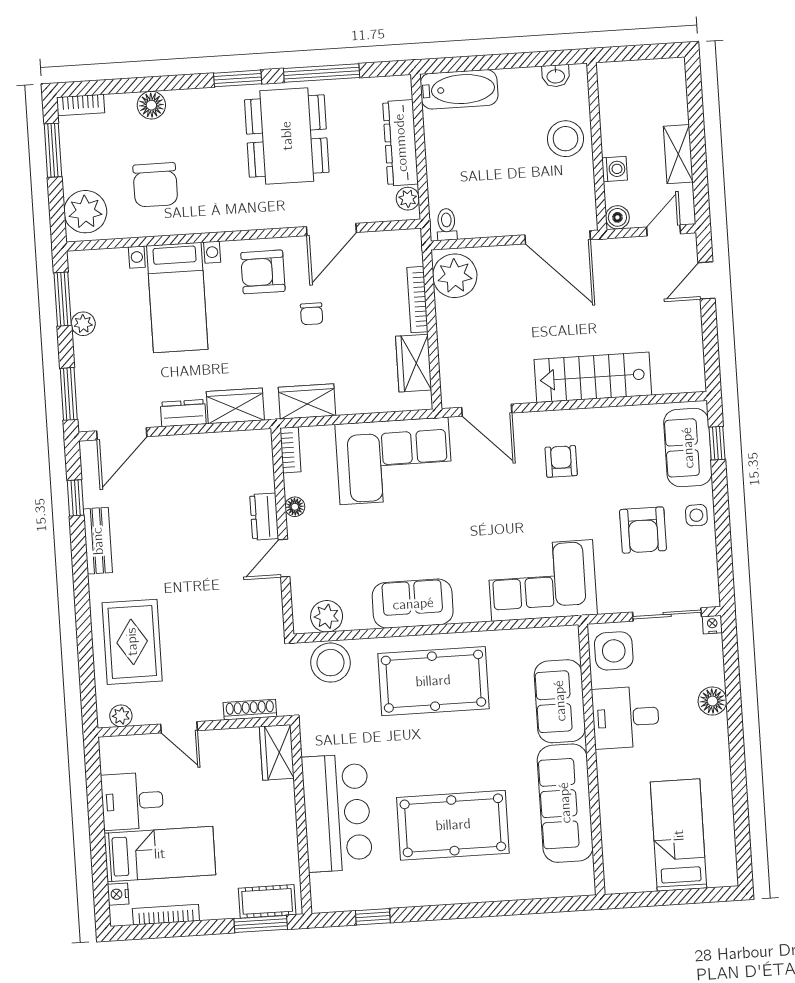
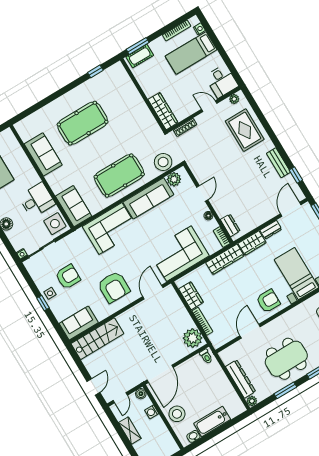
window: (322, 73) -> (285, 390), width x0.69
bathtub: (459, 89) -> (212, 421), moved
dining table: (287, 136) -> (286, 359), turned 90
plant: (408, 199) -> (252, 401), moved
door: (558, 237) -> (160, 374), swing flipped
chair: (312, 314) -> (241, 294), removed
stairs: (593, 377) -> (97, 339), moved
wardrobe: (307, 401) -> (225, 259), width x1.50
door: (487, 410) -> (153, 292), hinge flipped
window: (717, 443) -> (43, 303), moved
sofa: (688, 448) -> (79, 323), moved, turned -90
armchair: (561, 461) -> (114, 287), width x1.88, depth x1.88
dresser: (264, 517) -> (230, 225), moved
armchair: (643, 530) -> (68, 277), turned 90
corner sofa: (542, 581) -> (111, 229), moved
sofa: (413, 604) -> (148, 198), width x1.36
sofa: (560, 701) -> (74, 206), moved
wardrobe: (277, 752) -> (163, 111), width x1.50
desk: (132, 801) -> (222, 81), moved, turned 90
sofa: (565, 803) -> (43, 154), width x0.73
bar counter: (337, 813) -> (130, 105), removed

